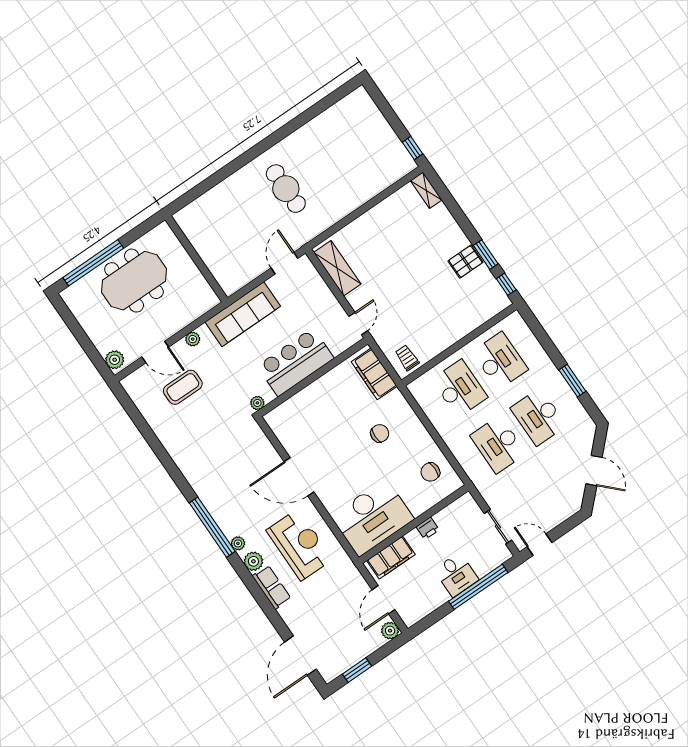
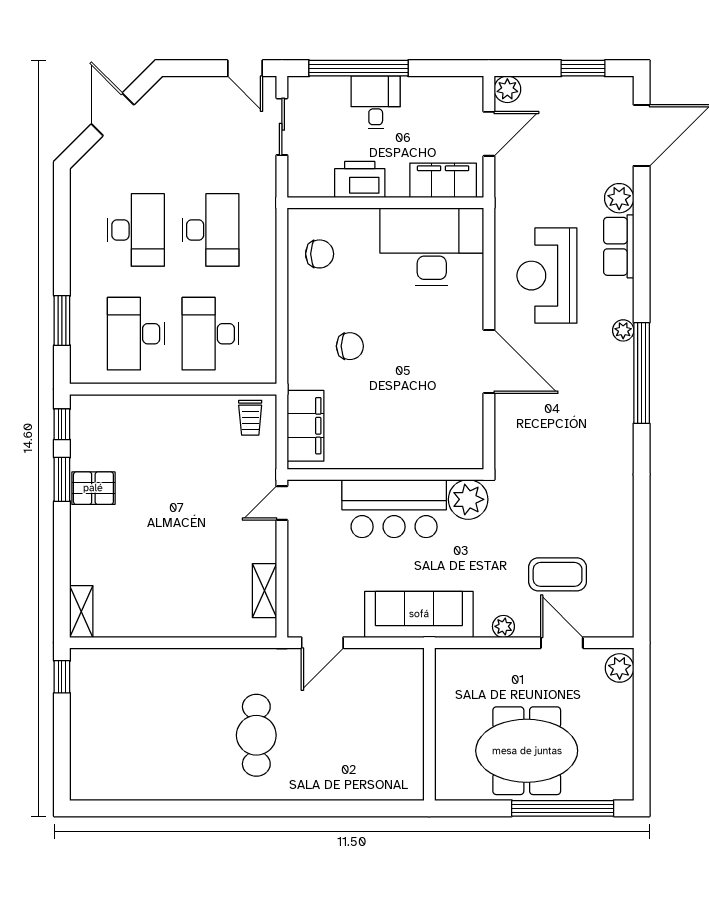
shelving: (337, 268) -> (265, 591), width x0.67, depth x0.75
window: (572, 381) -> (62, 321), moved
plant: (257, 403) -> (468, 499), width x1.88, depth x1.88
chair: (380, 433) -> (350, 346), turned 180
printer: (428, 528) -> (360, 180), width x1.87, depth x1.48
plant: (253, 561) -> (619, 198), moved

